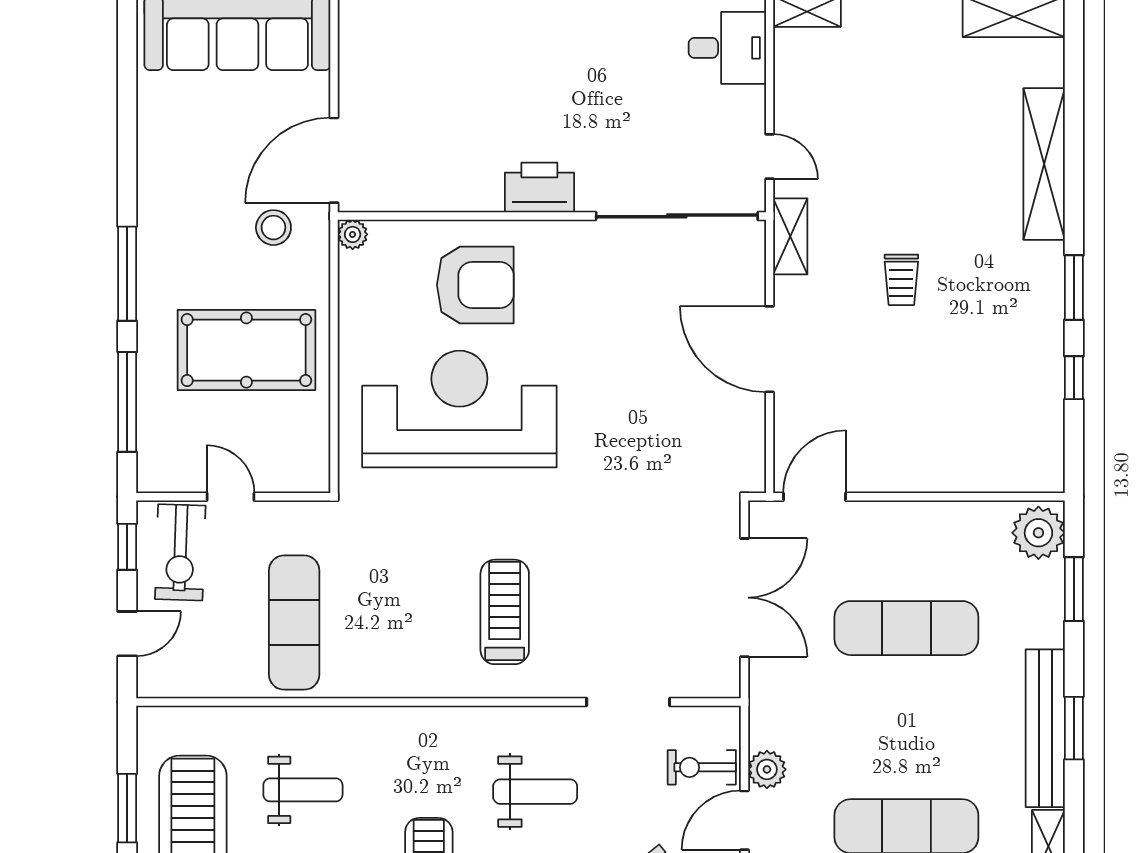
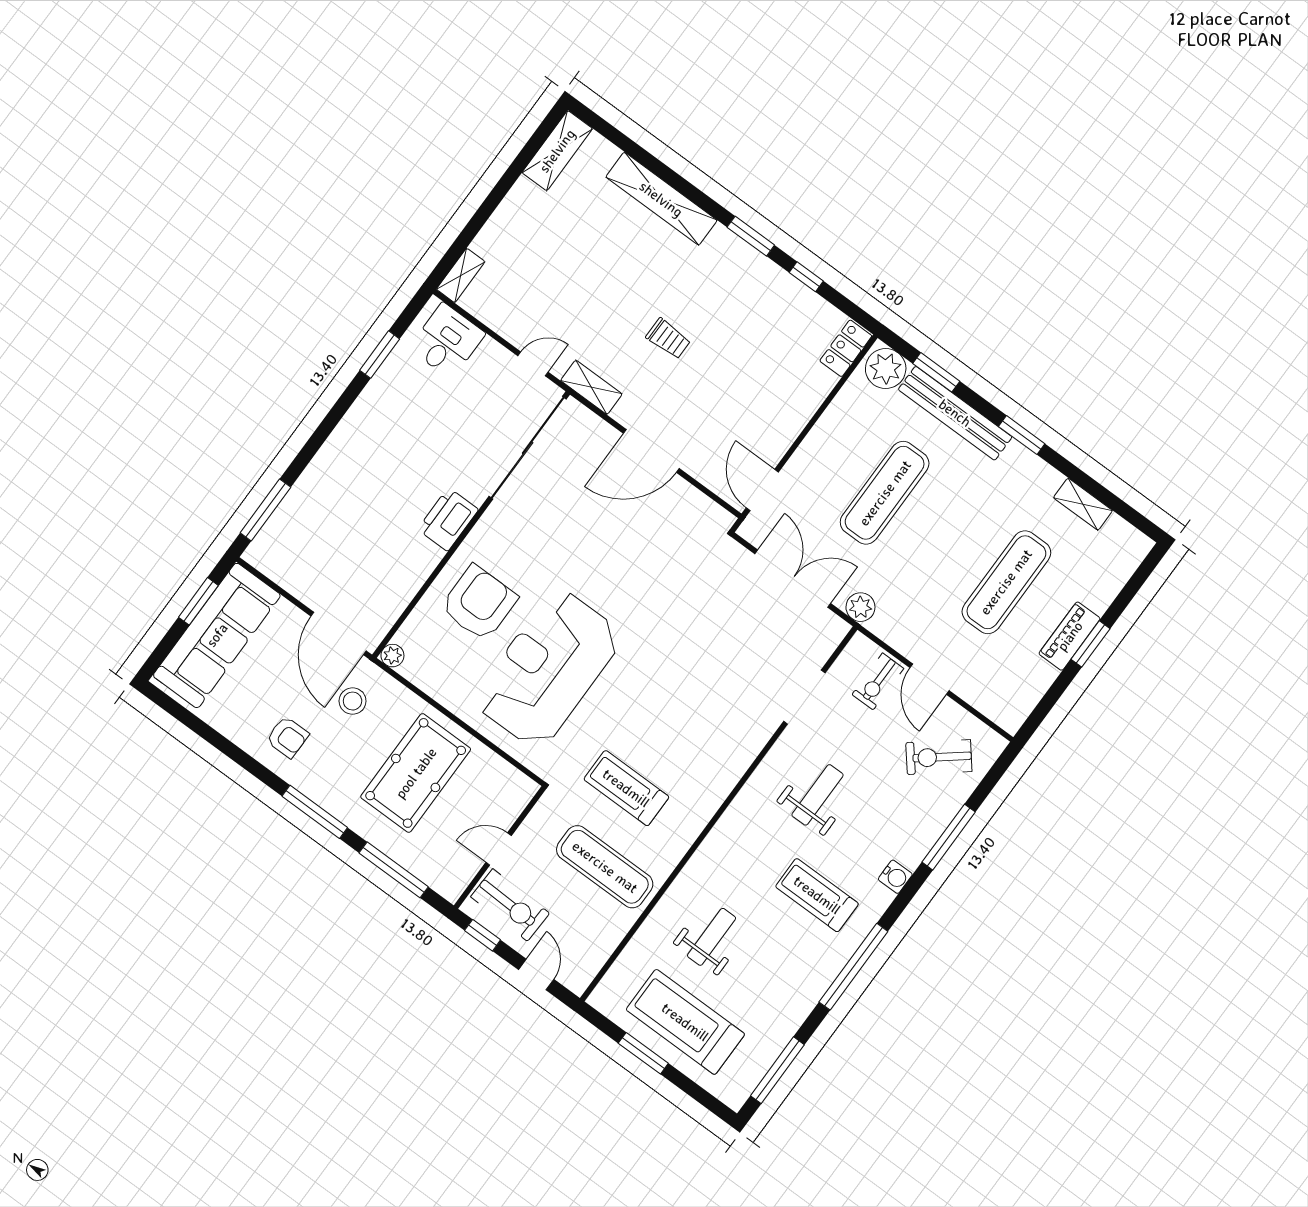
armchair: (185, 187) -> (287, 737), added
locker: (1029, 475) -> (846, 348), added
treadmill: (505, 612) -> (626, 788), moved
bench: (1045, 728) -> (955, 413), moved
plant: (767, 769) -> (860, 607), moved

